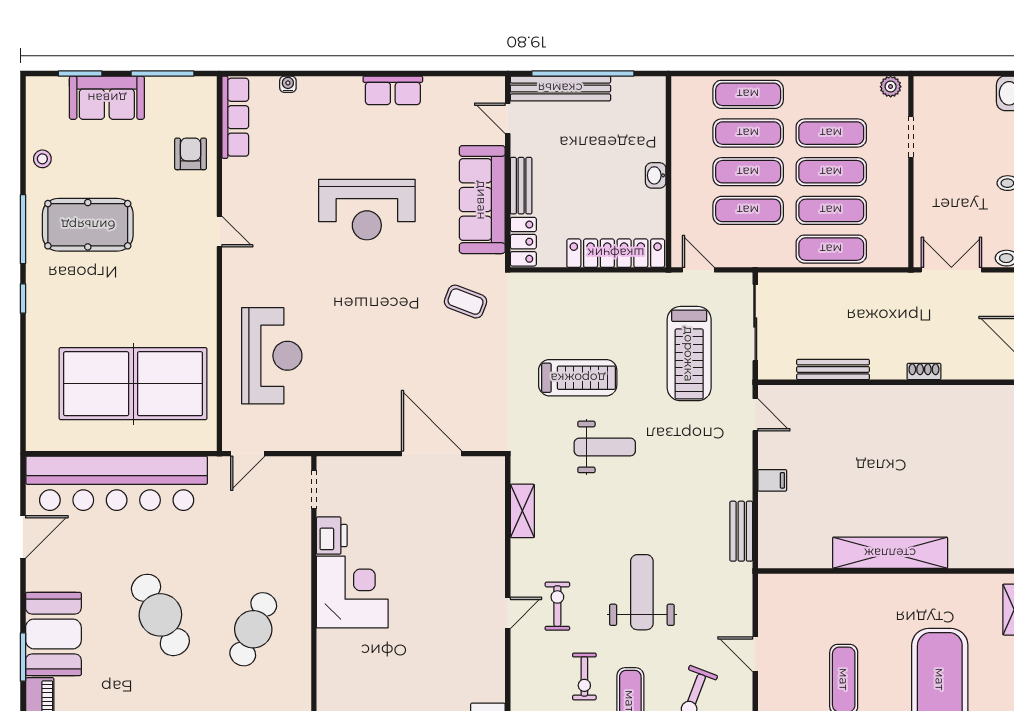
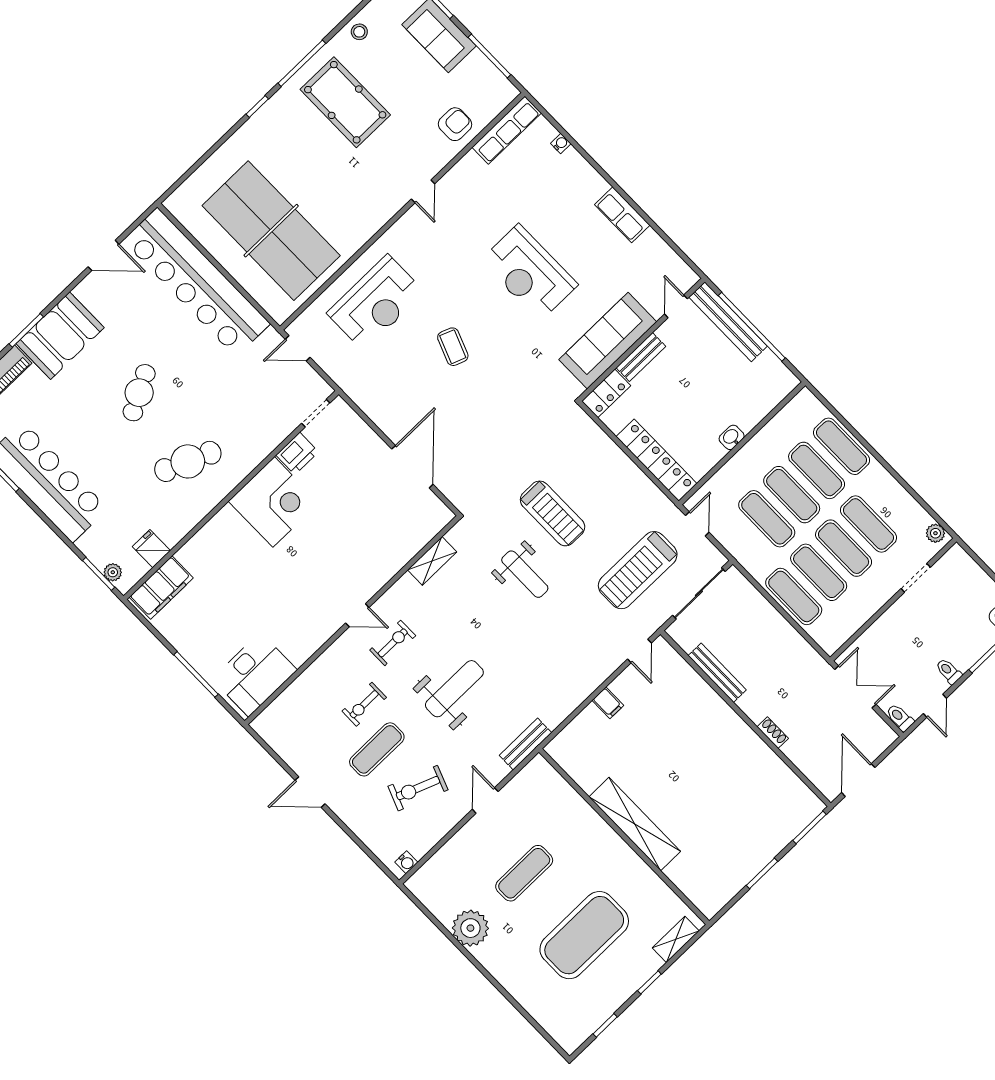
coffee table: (466, 302) -> (453, 347), moved
bench: (741, 531) -> (525, 744), moved
cafe table: (160, 615) -> (139, 393), width x0.73, depth x0.74

